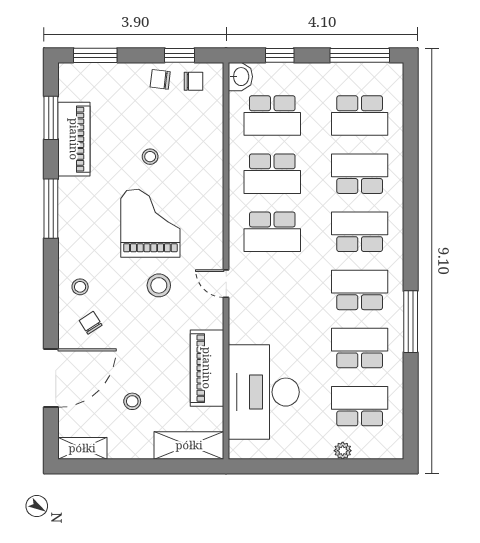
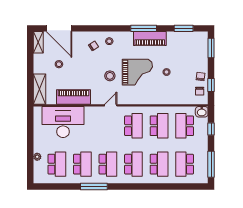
piano: (74, 139) -> (150, 39), moved
school desk: (272, 174) -> (159, 126), turned 180
school desk: (272, 232) -> (133, 126), turned 180
door: (51, 378) -> (59, 28), moved

